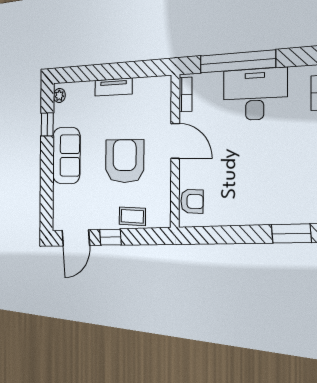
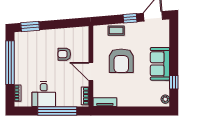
tv unit: (113, 87) -> (105, 102), moved
desk: (255, 94) -> (44, 94), width x0.73
armchair: (192, 201) -> (64, 54), moved

